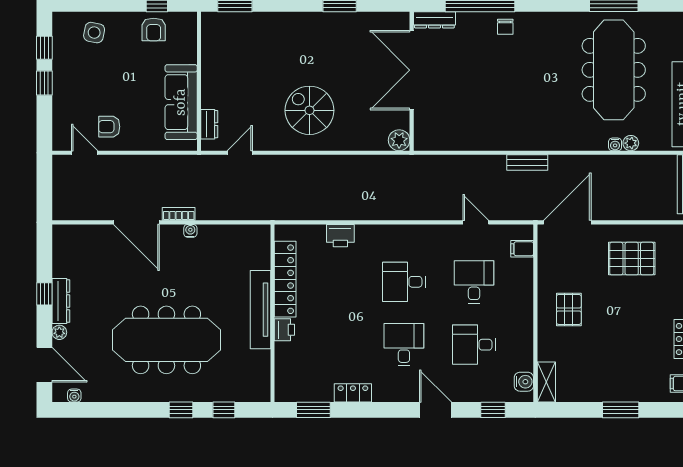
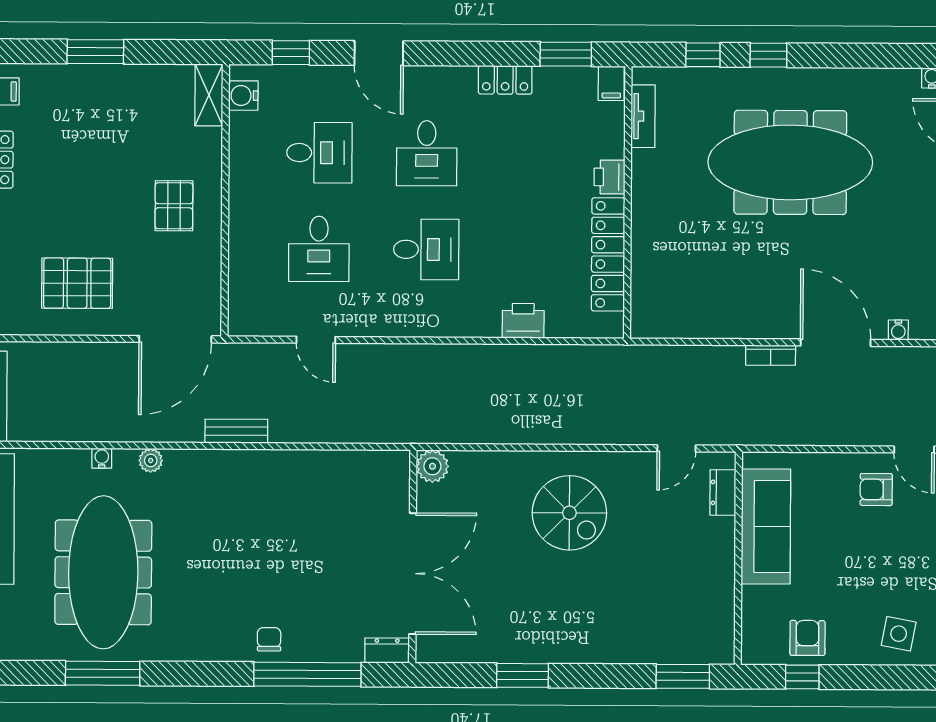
dresser: (434, 20) -> (387, 650), width x0.70
armchair: (109, 127) -> (876, 489), turned 180
plant: (631, 143) -> (151, 460), moved
water cooler: (190, 231) -> (898, 330), moved
filing cabinet: (522, 249) -> (611, 83), moved, turned 90
tv unit: (260, 310) -> (643, 116), moved, width x0.52, depth x0.78

